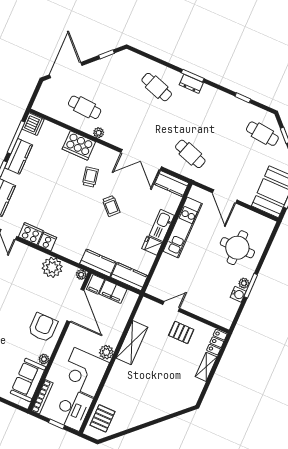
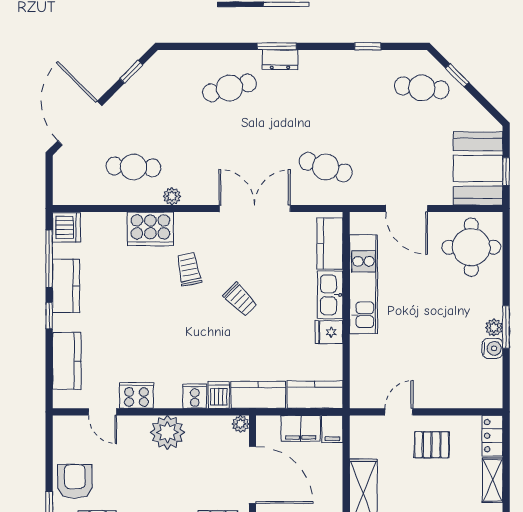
cafe table: (157, 87) -> (230, 88), turned -33
double door: (141, 160) -> (255, 209), swing flipped
kitchen counter: (172, 184) -> (330, 244), moved, turned 90
cooker: (47, 241) -> (195, 396), moved
round table: (237, 248) -> (471, 247), moved
dishwasher: (76, 253) -> (219, 395), added
plant: (52, 267) -> (167, 432), moved
filing cabinet: (96, 284) -> (332, 429), moved

